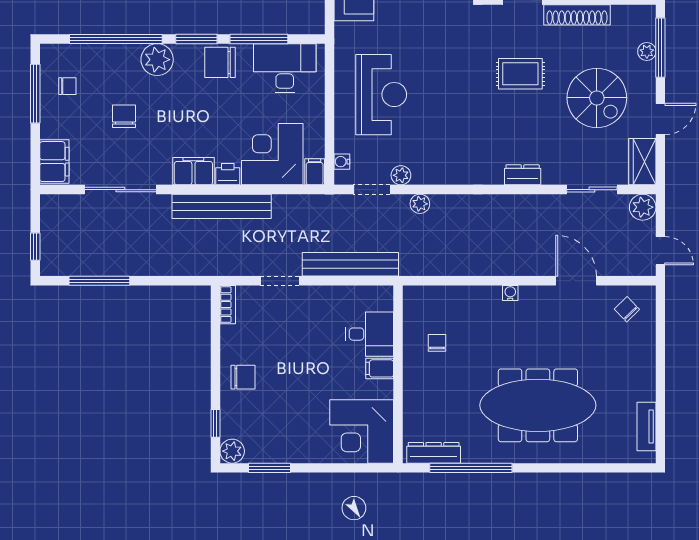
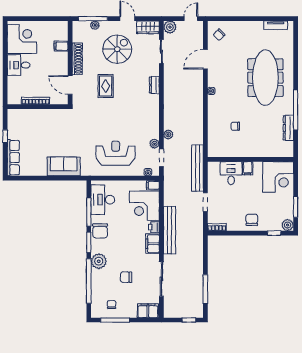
desk: (369, 334) -> (231, 173), moved
filing cabinet: (380, 368) -> (248, 168), moved
wall: (398, 374) -> (250, 159), moved
corner desk: (362, 432) -> (278, 177), moved

